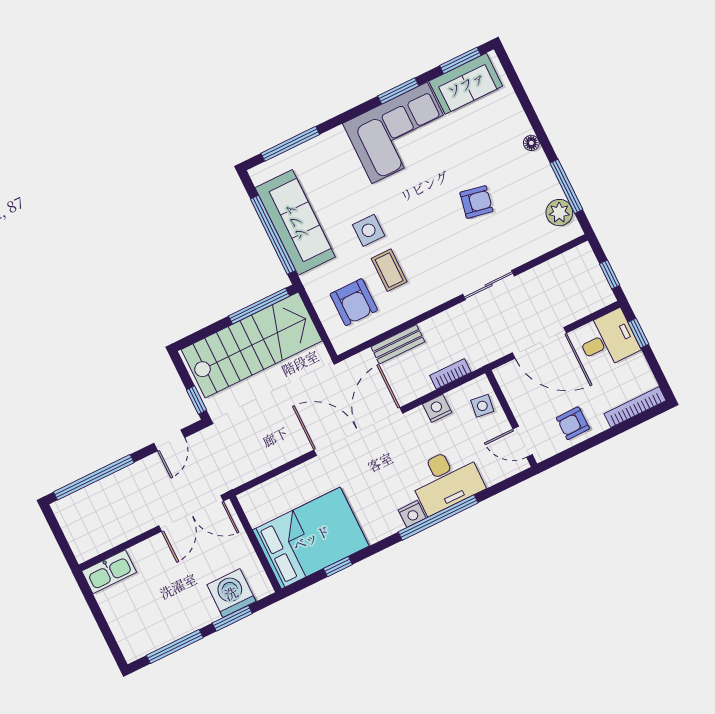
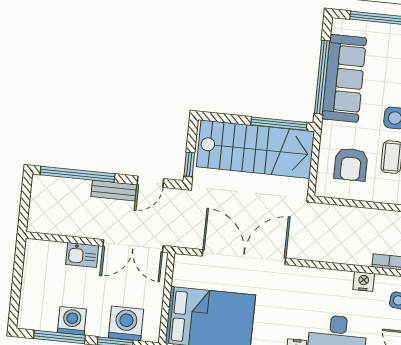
bench: (398, 344) -> (114, 190), moved
double door: (358, 432) -> (244, 257), moved
kitchen sink: (109, 572) -> (82, 255), moved, width x0.73
washing machine: (177, 623) -> (72, 321), added

